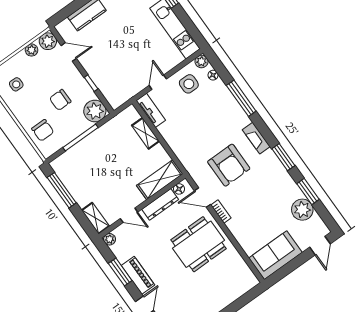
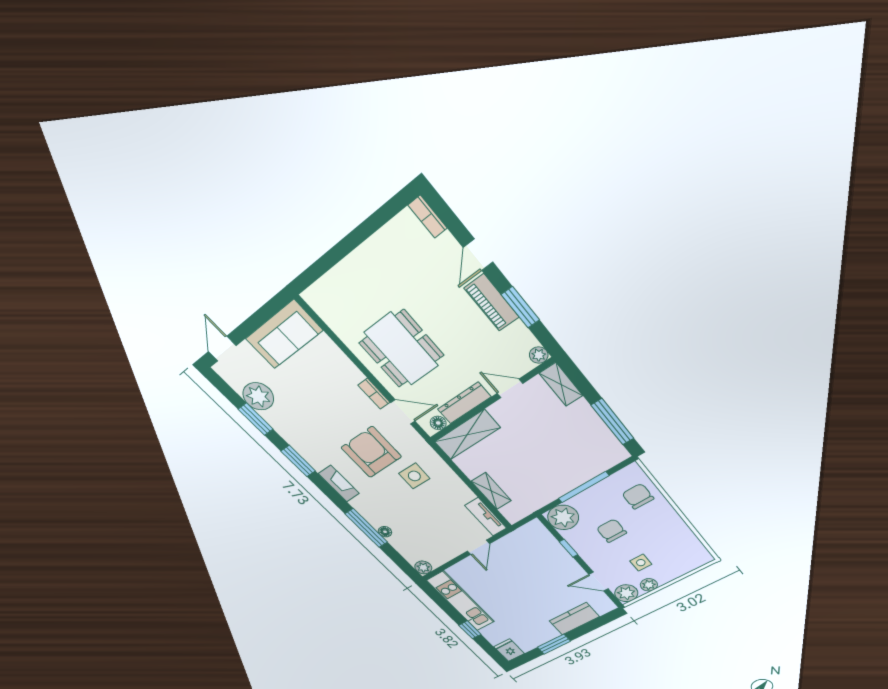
floor lamp: (213, 75) -> (385, 532), moved
side table: (16, 84) -> (641, 563), moved
side table: (189, 84) -> (414, 476), moved
chair: (60, 100) -> (611, 531), turned -90
dining table: (199, 244) -> (401, 349), turned 90

